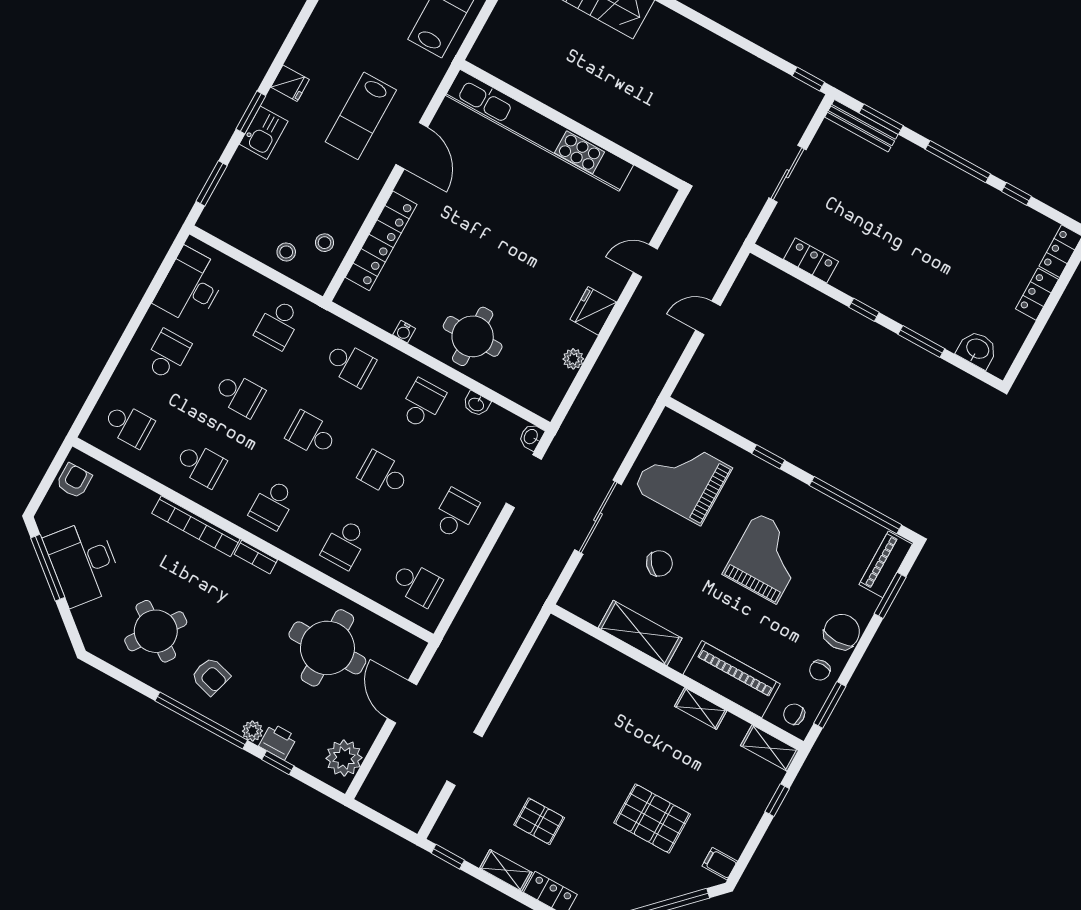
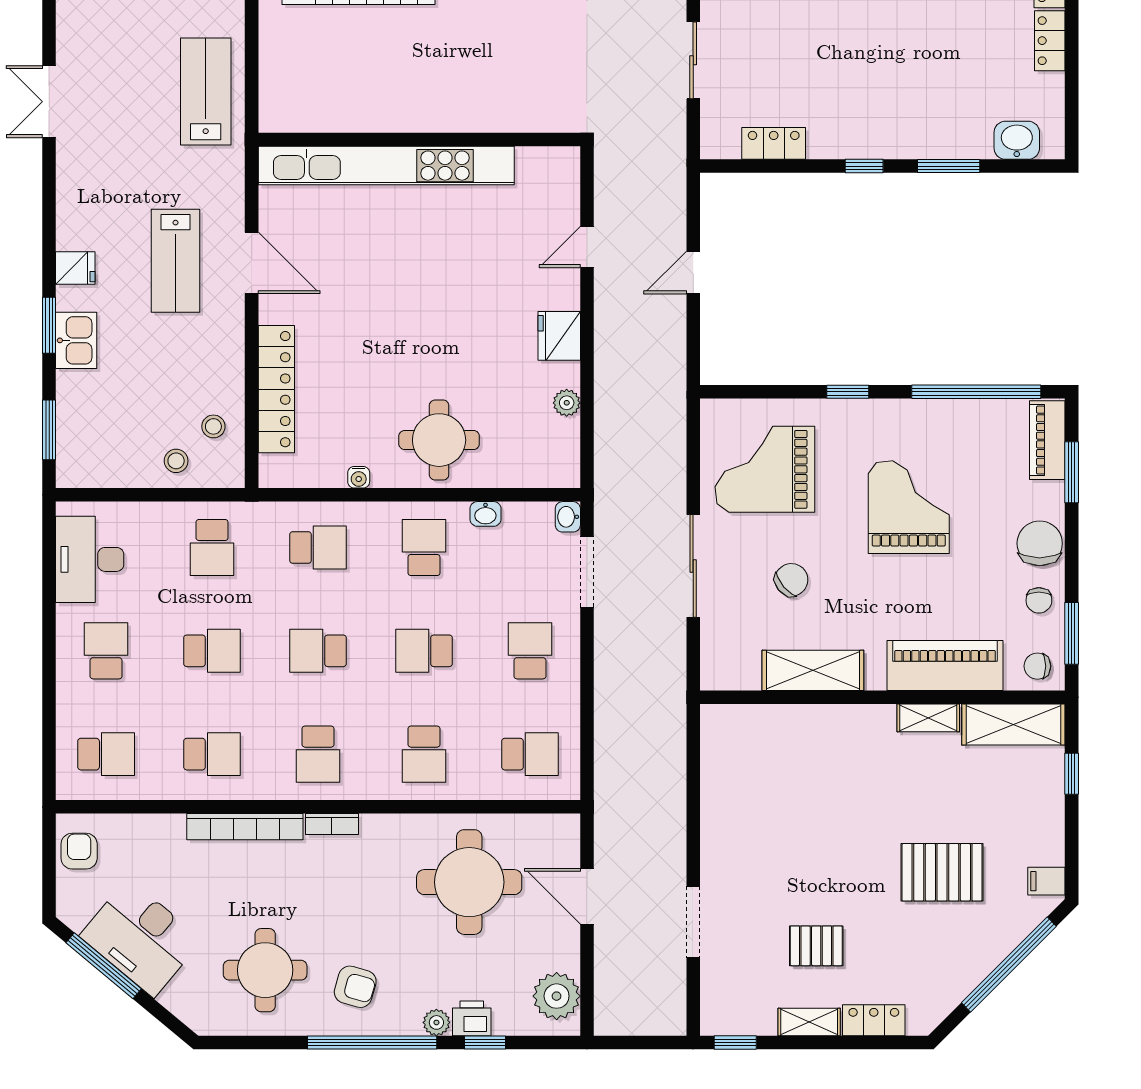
round table: (156, 631) -> (265, 970), turned -35
shelving: (770, 748) -> (1013, 725), width x1.50, depth x1.33

